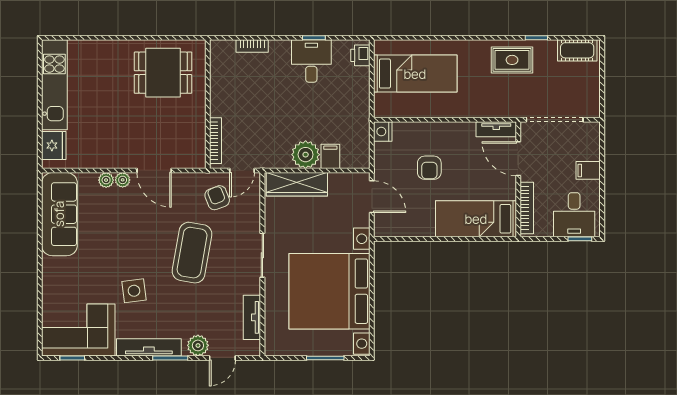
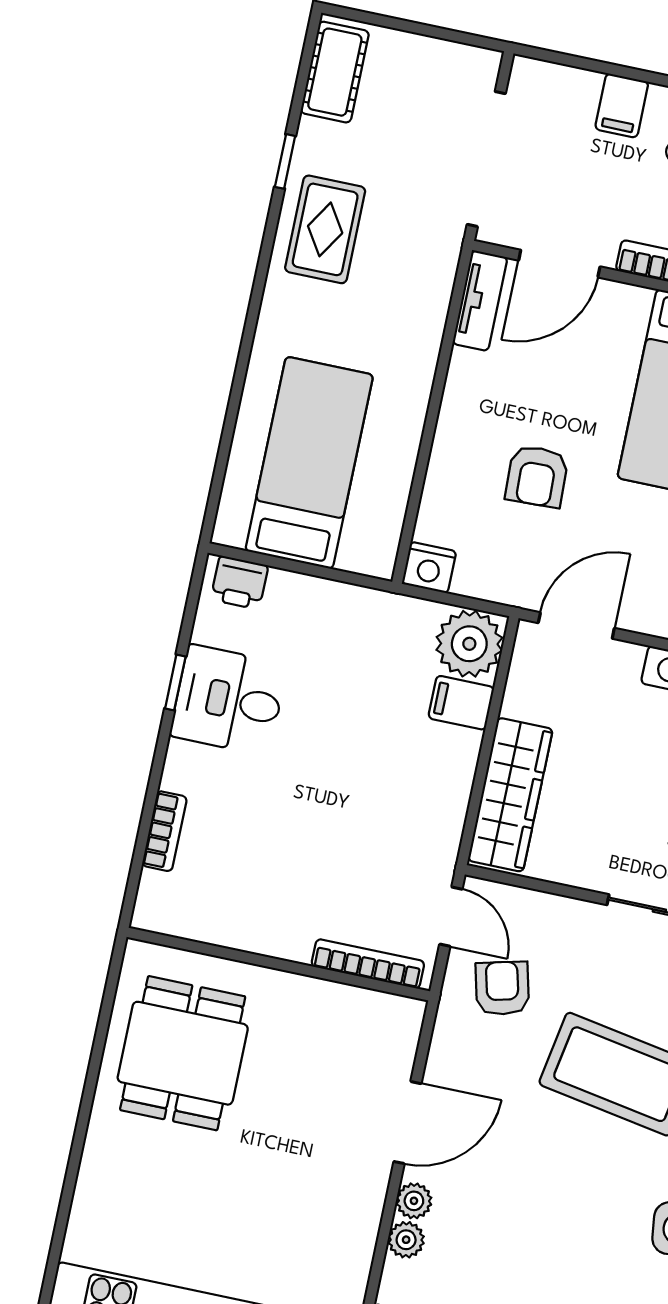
plant: (306, 155) -> (469, 644), moved
armchair: (429, 168) -> (537, 476), turned 88
armchair: (217, 198) -> (502, 988), turned 97

